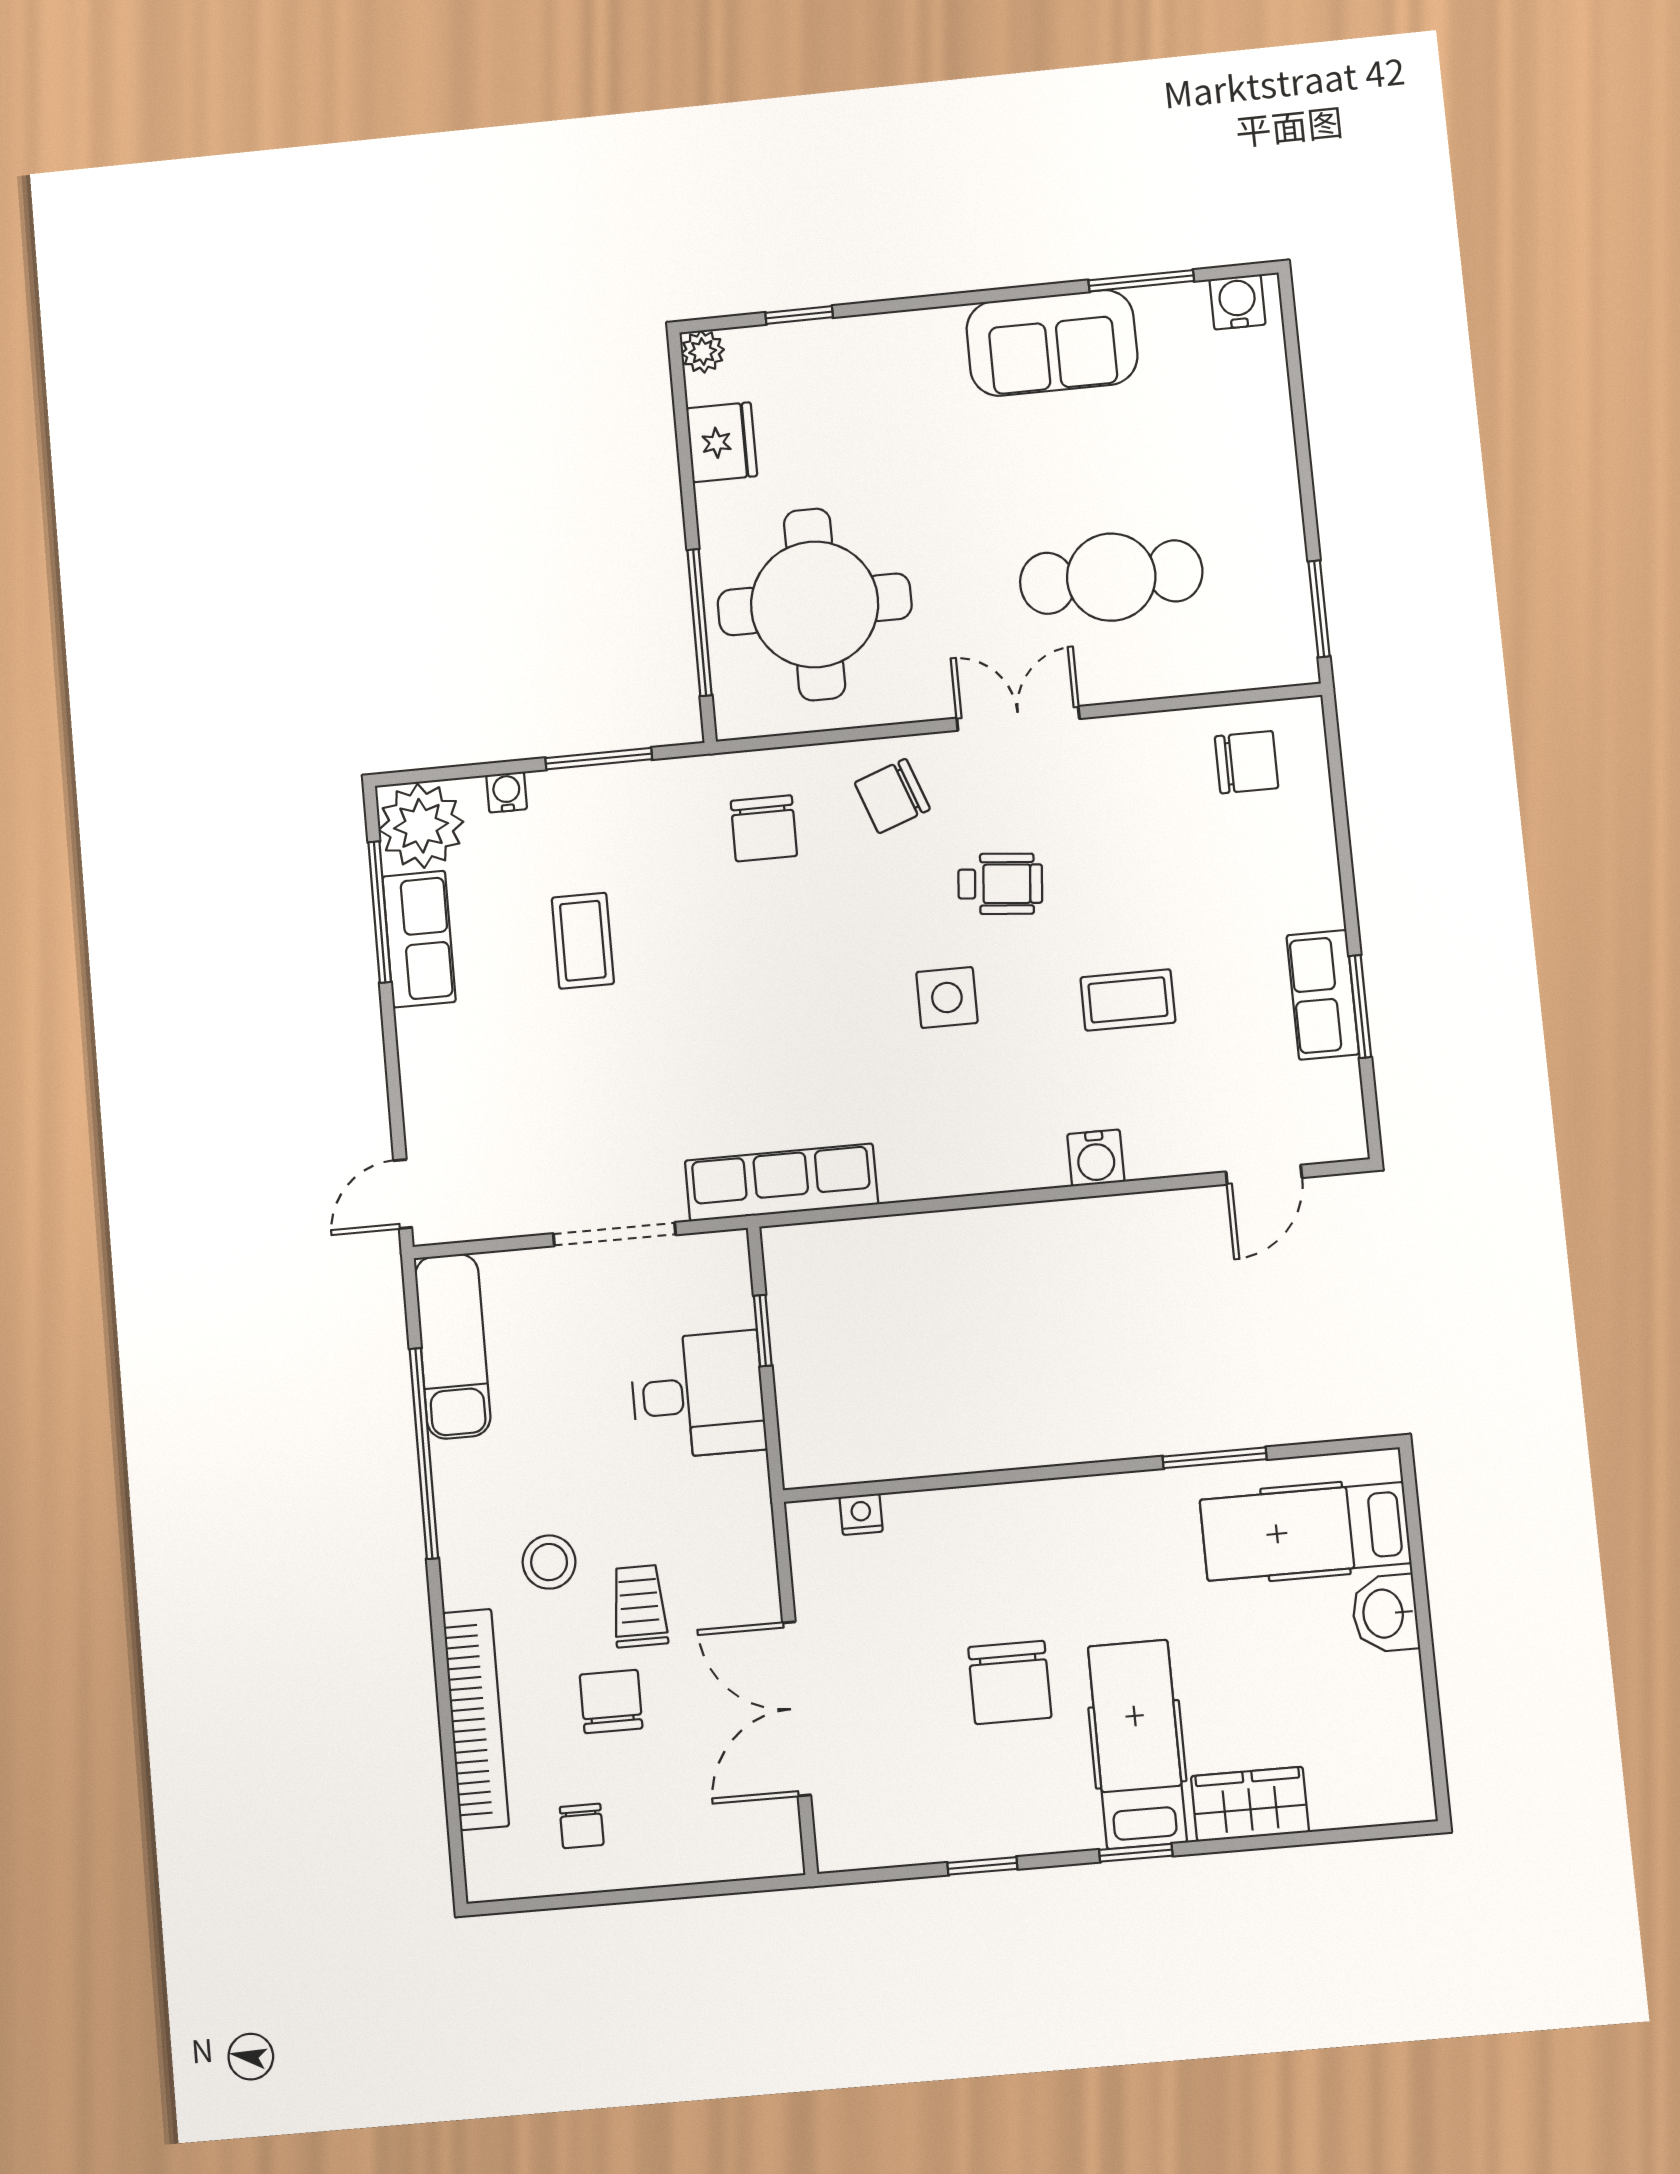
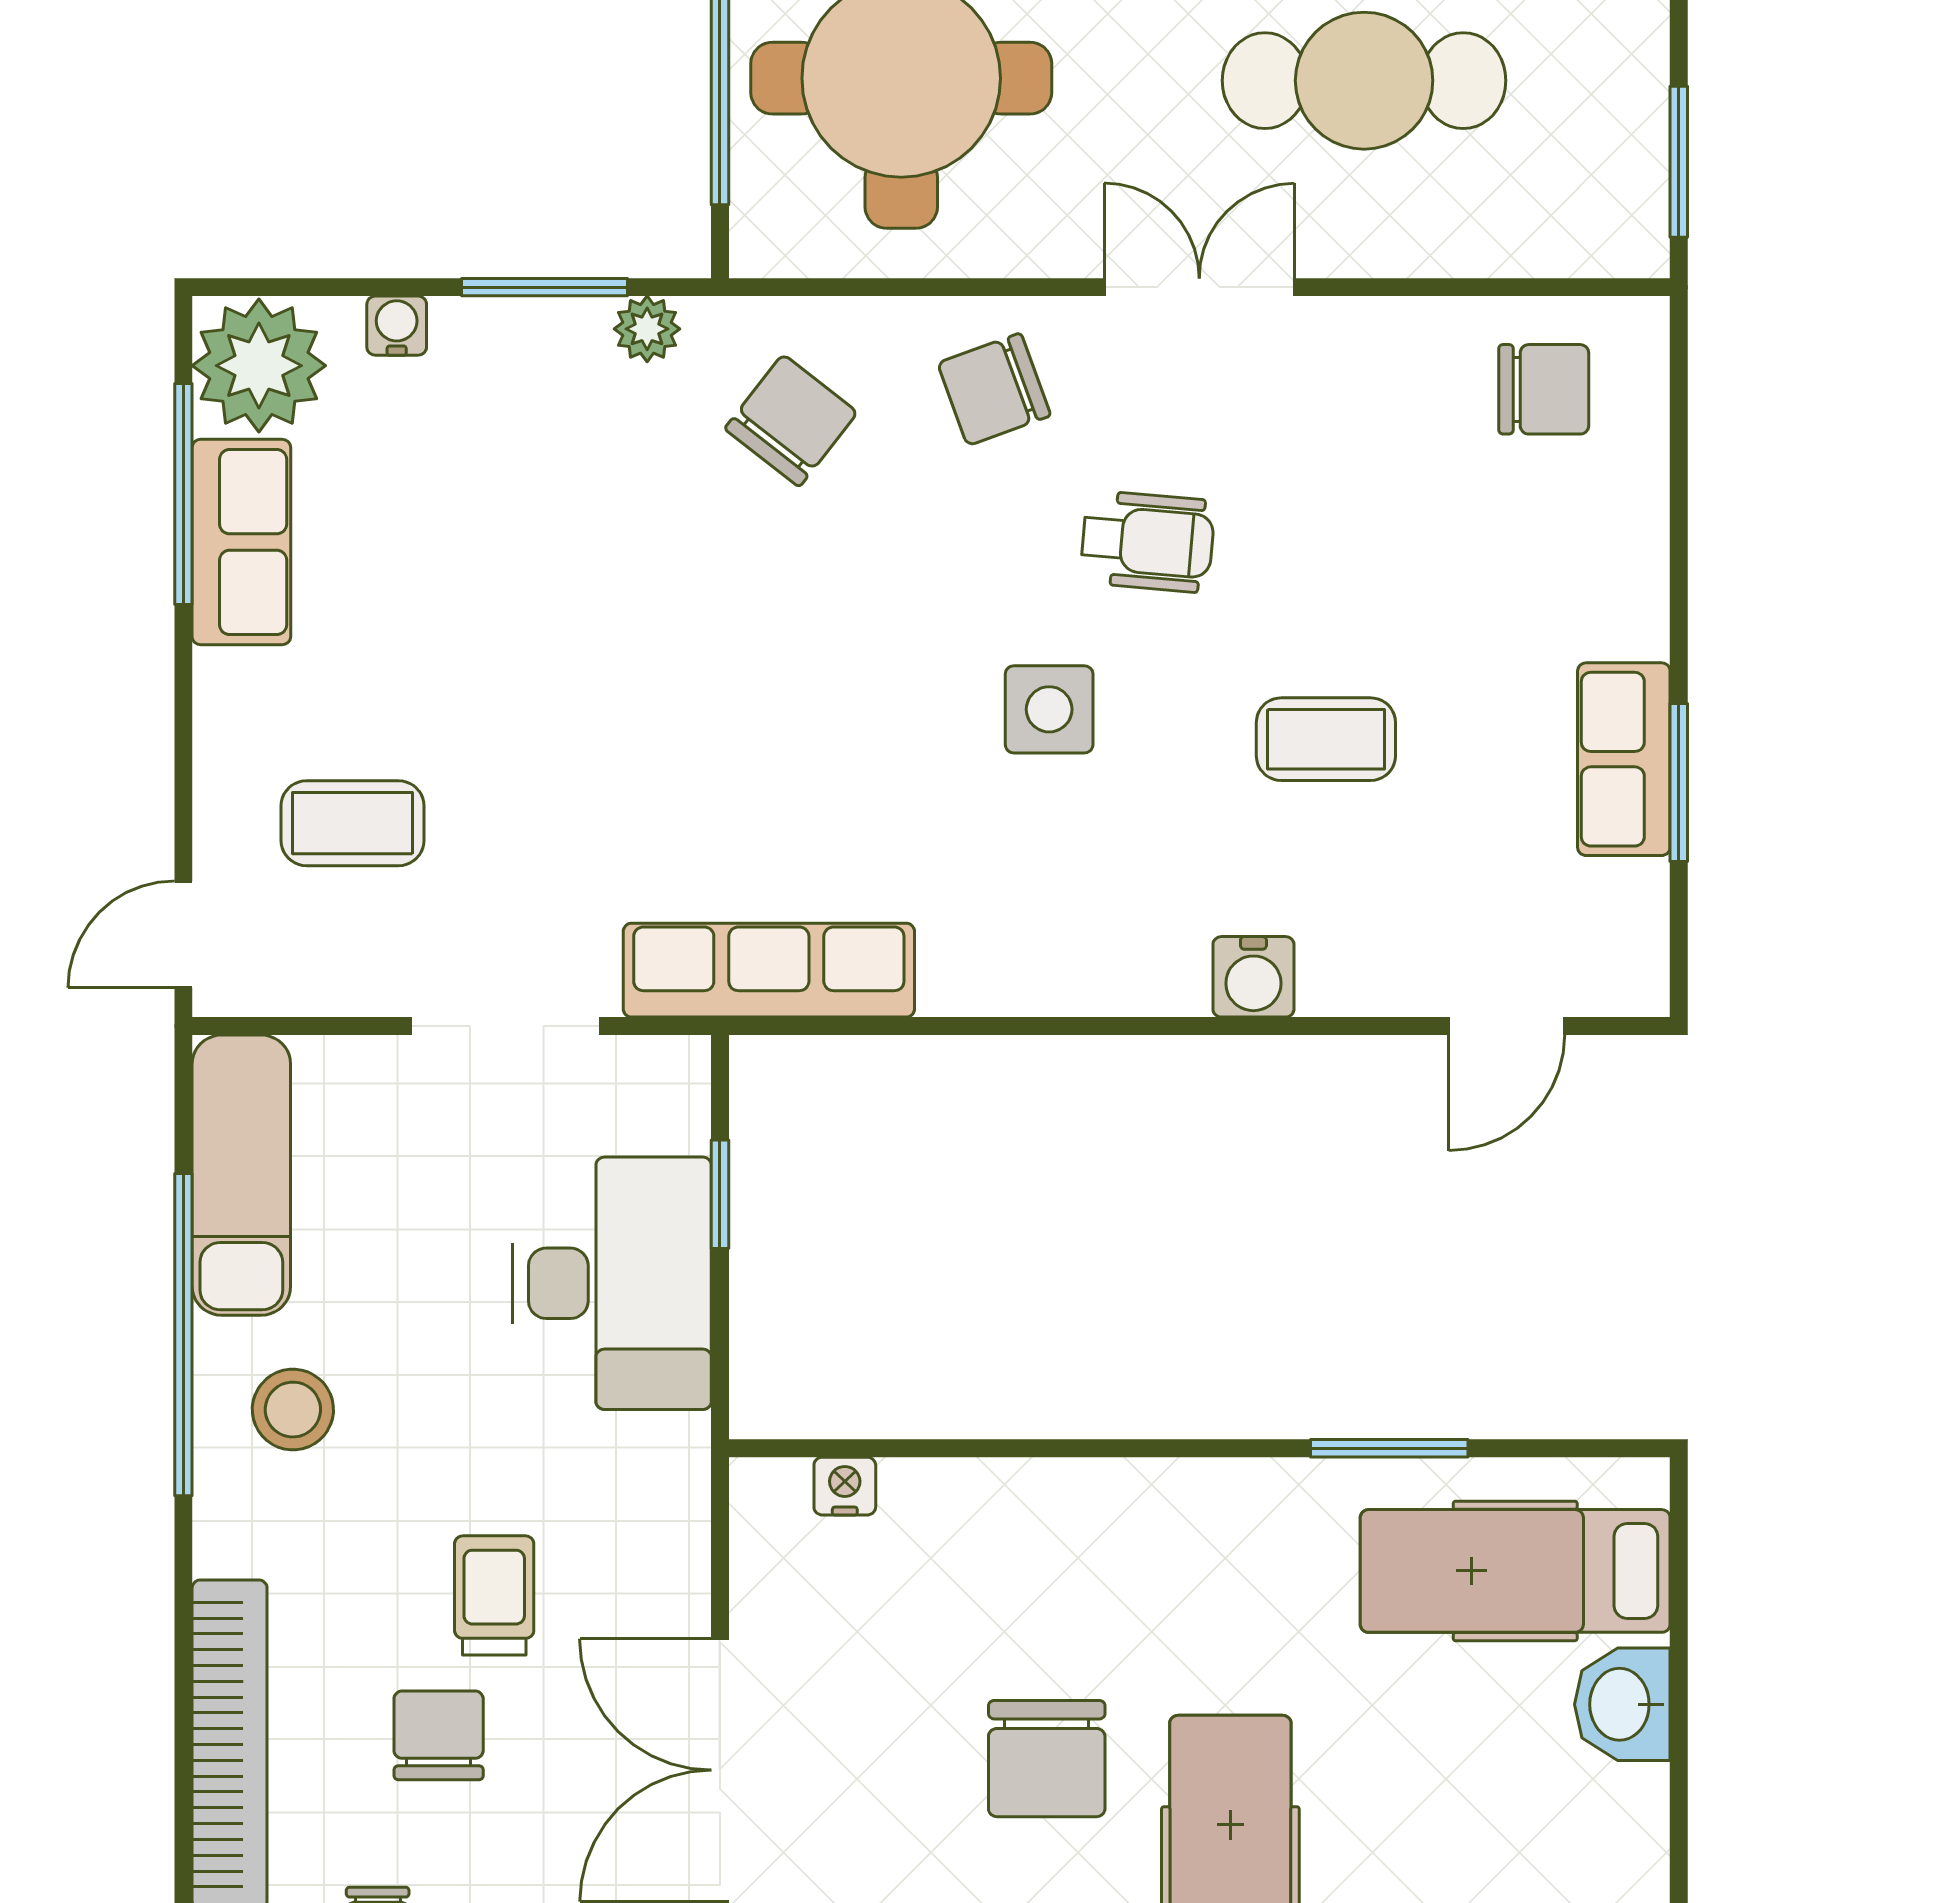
plant: (666, 779) -> (647, 329), added
chair: (764, 828) -> (791, 421), turned -142
coffee table: (583, 941) -> (353, 823), moved, turned 90
desk: (698, 1395) -> (612, 1283), width x1.37
stool: (549, 1562) -> (293, 1410), moved

